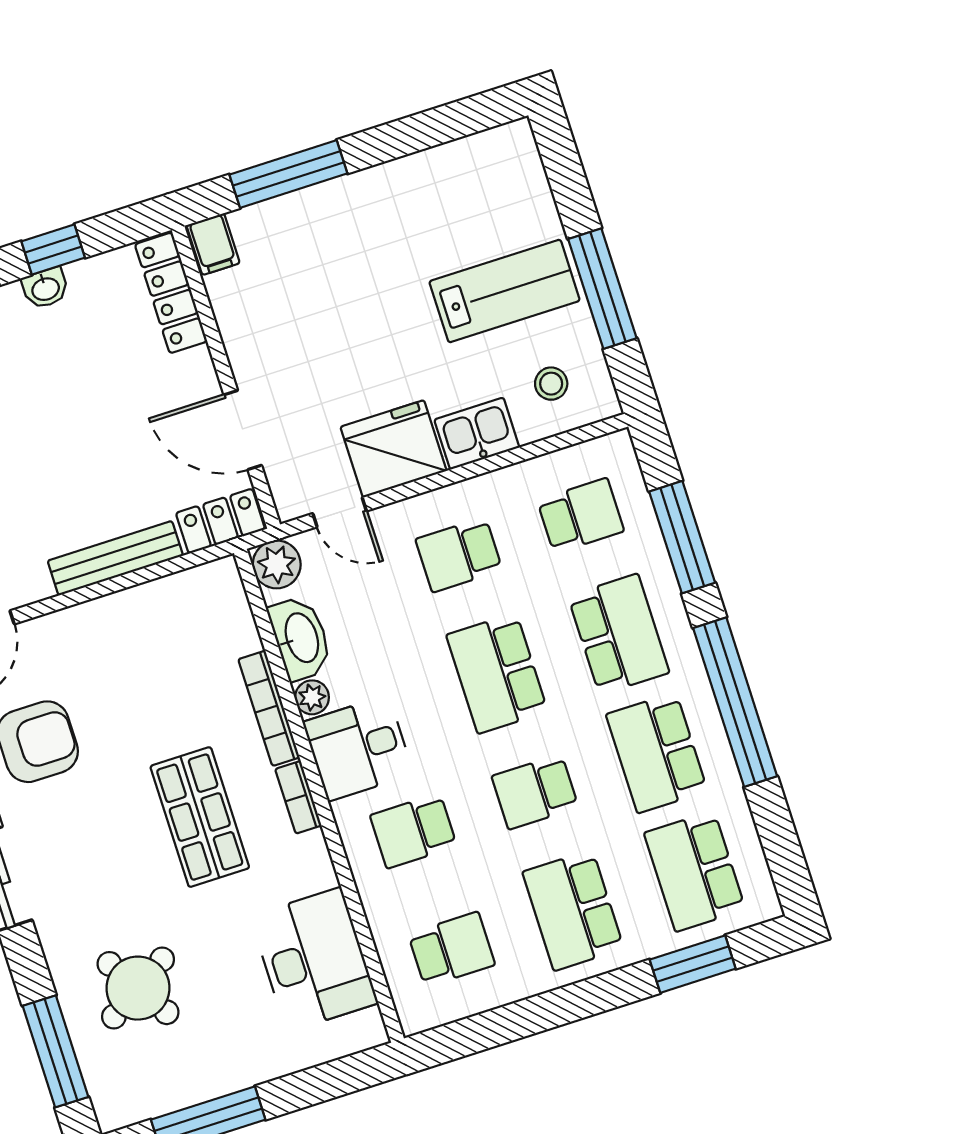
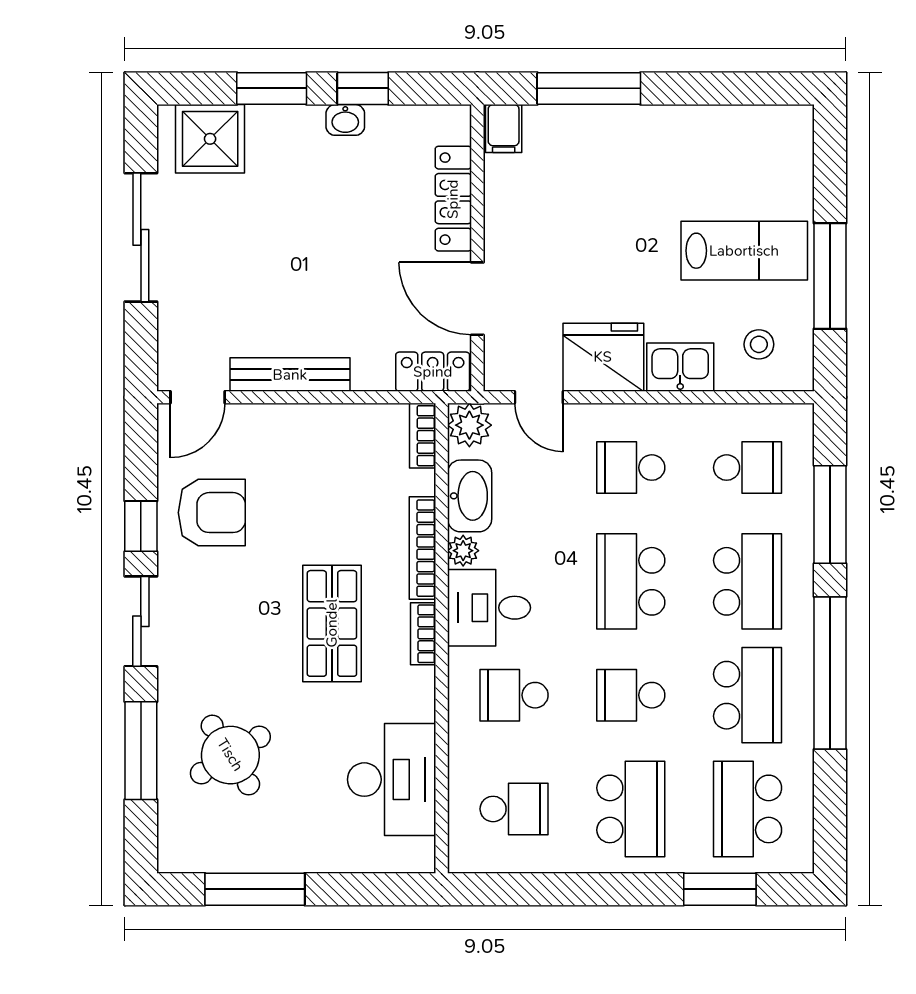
locker: (171, 293) -> (453, 199), moved
bench: (115, 558) -> (290, 375), moved
bookcase: (231, 591) -> (423, 436), added
school desk: (657, 753) -> (748, 695), turned 180
school desk: (573, 910) -> (631, 809), turned 180
window: (55, 1051) -> (141, 751), moved

